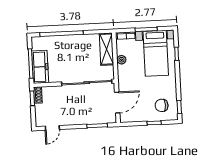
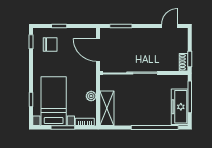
freezer: (40, 67) -> (180, 107), moved
door: (117, 103) -> (98, 50), hinge flipped

